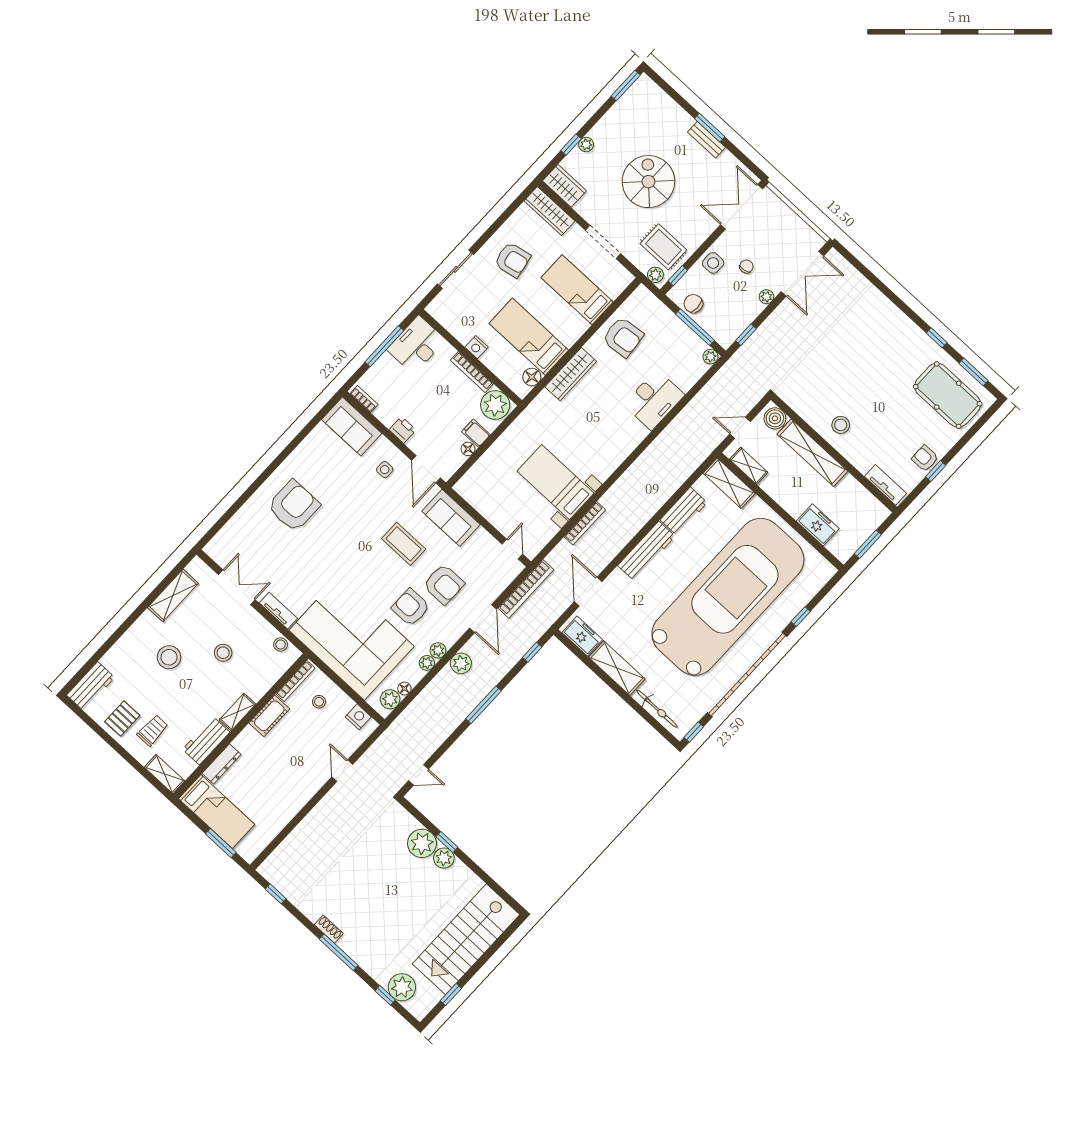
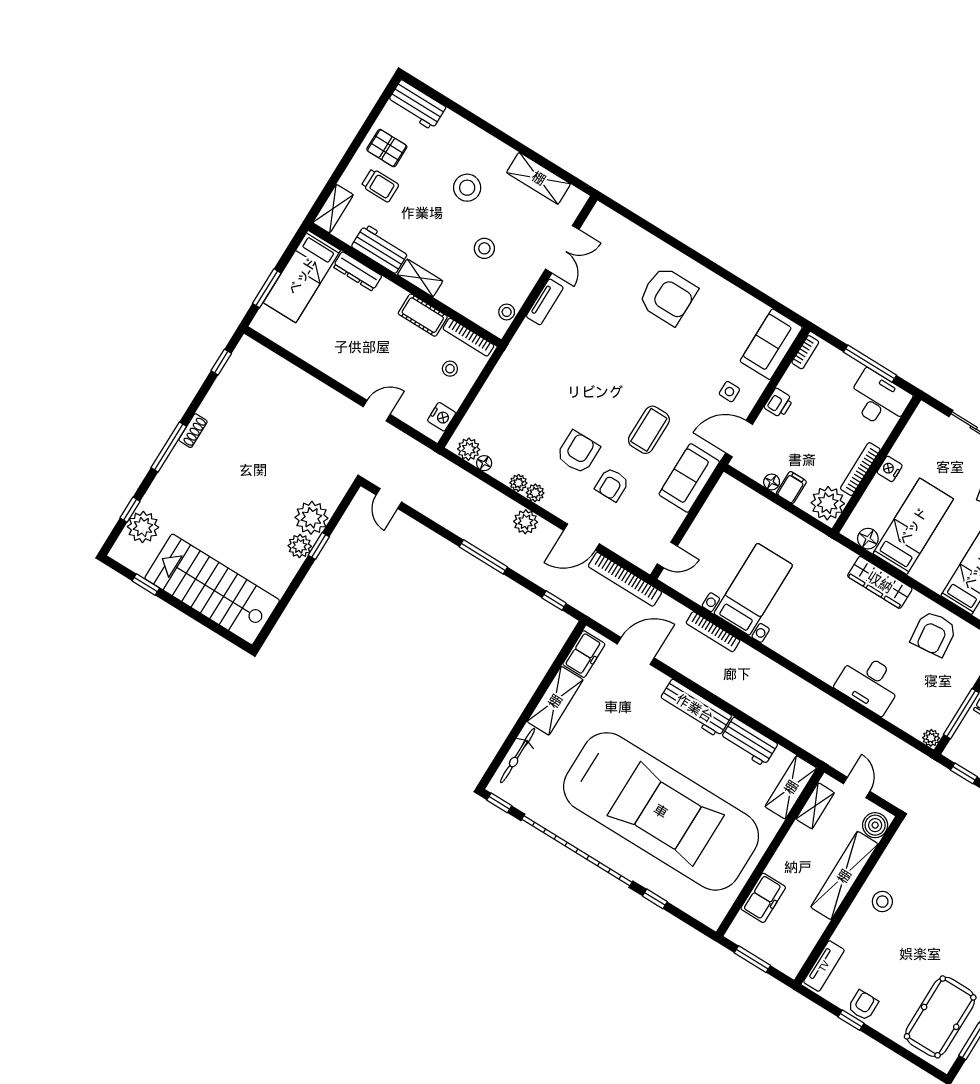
armchair: (444, 584) -> (612, 485), width x0.72, depth x0.72
corner sofa: (352, 638) -> (530, 392), removed

